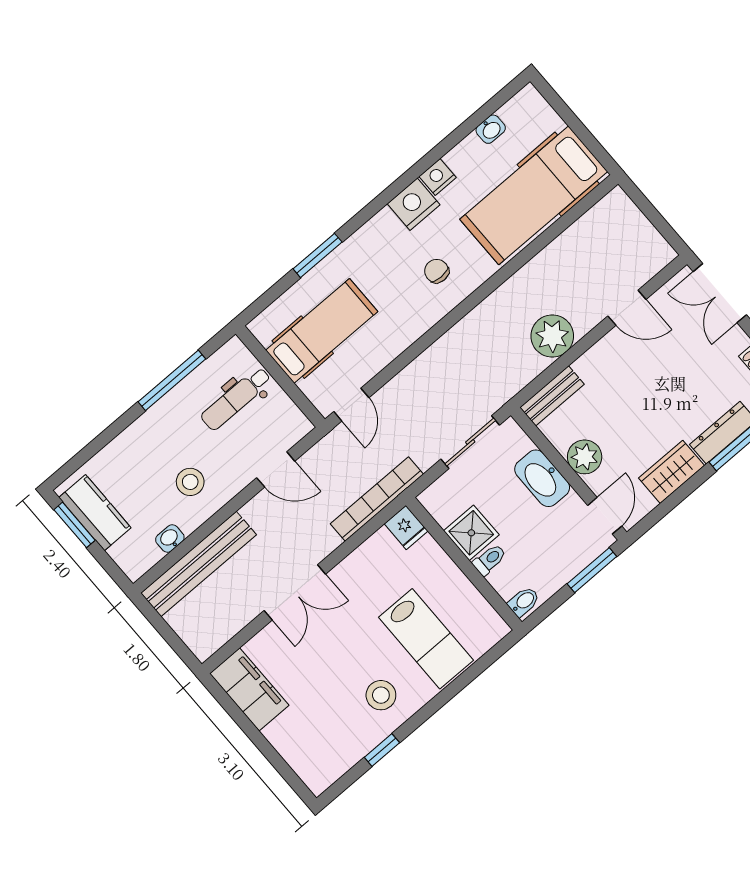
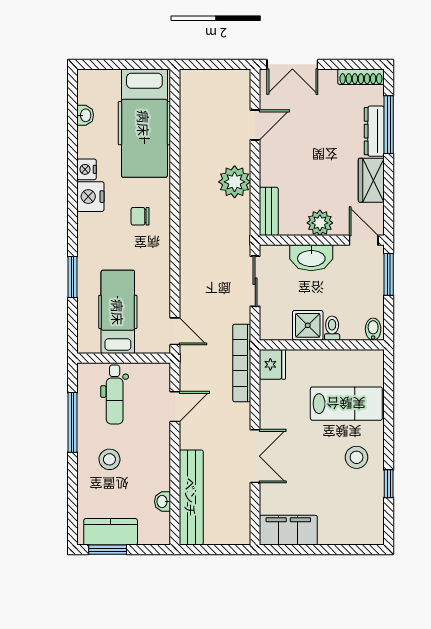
stool: (190, 482) -> (109, 459), moved
fridge: (406, 527) -> (272, 364), width x1.38

